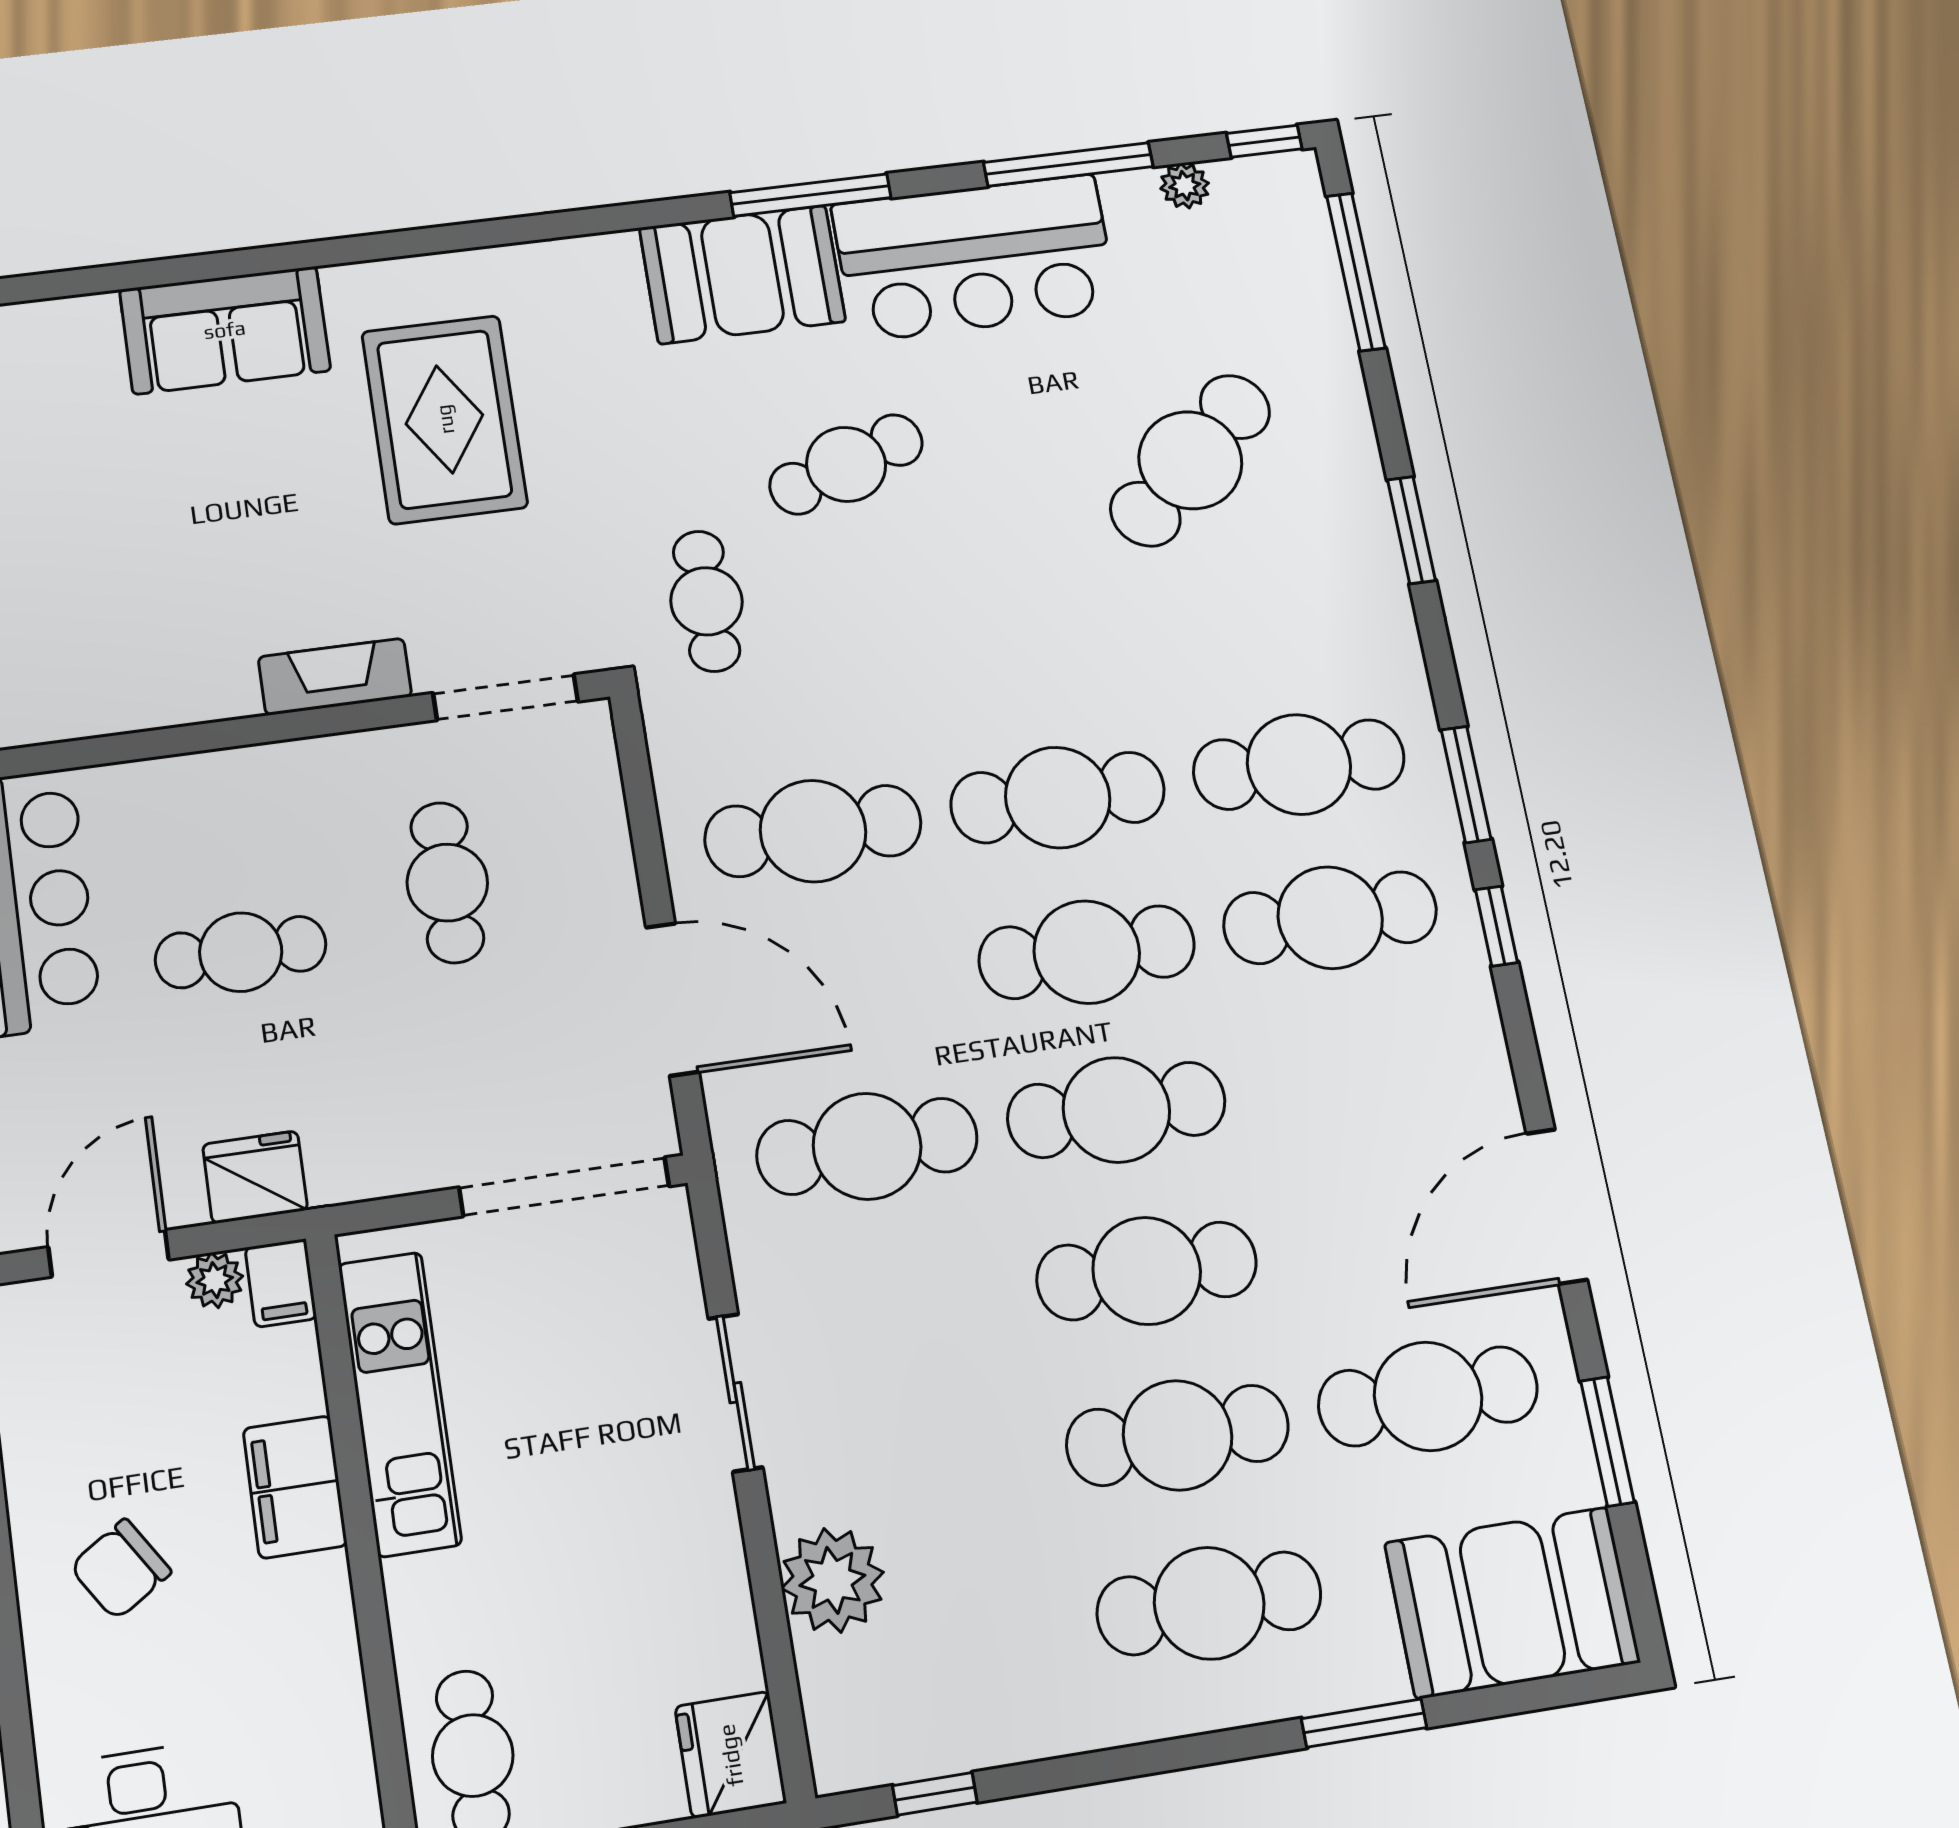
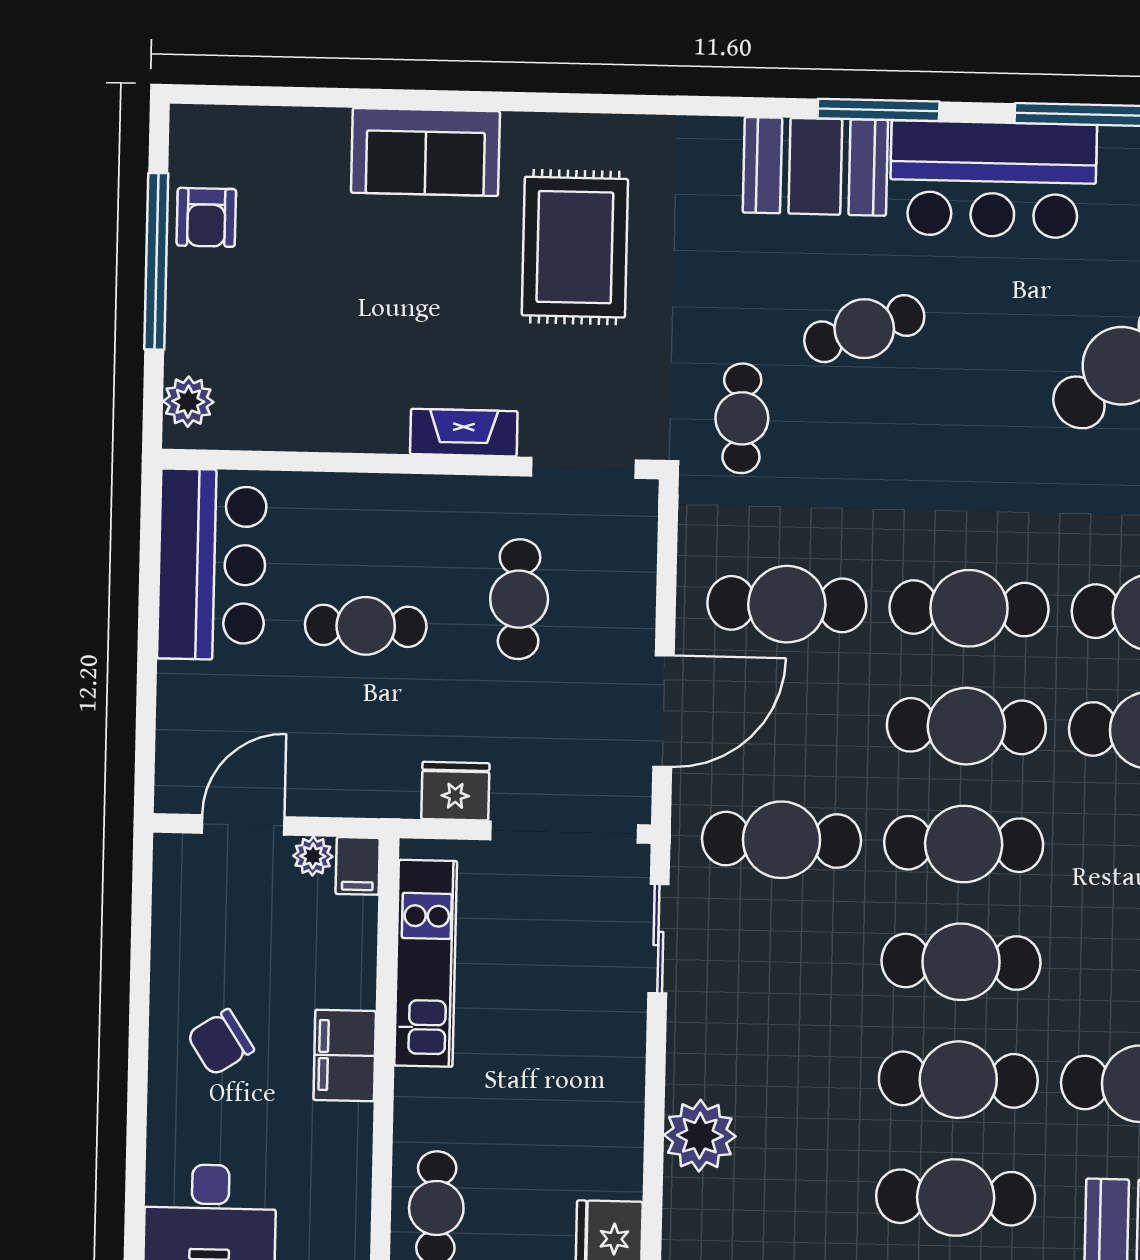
door: (672, 999) -> (664, 711), hinge flipped
fridge: (255, 1177) -> (455, 791), moved
sliding door: (735, 1393) -> (658, 939), moved
filing cabinet: (295, 1487) -> (345, 1055), moved

